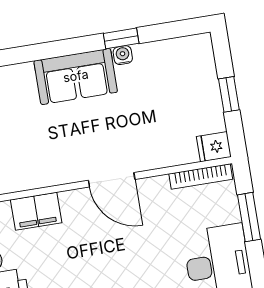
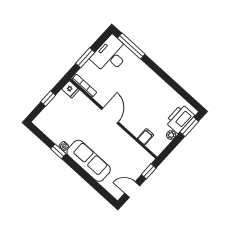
sofa: (76, 76) -> (89, 161), width x1.36
filing cabinet: (36, 211) -> (146, 137), width x0.50

